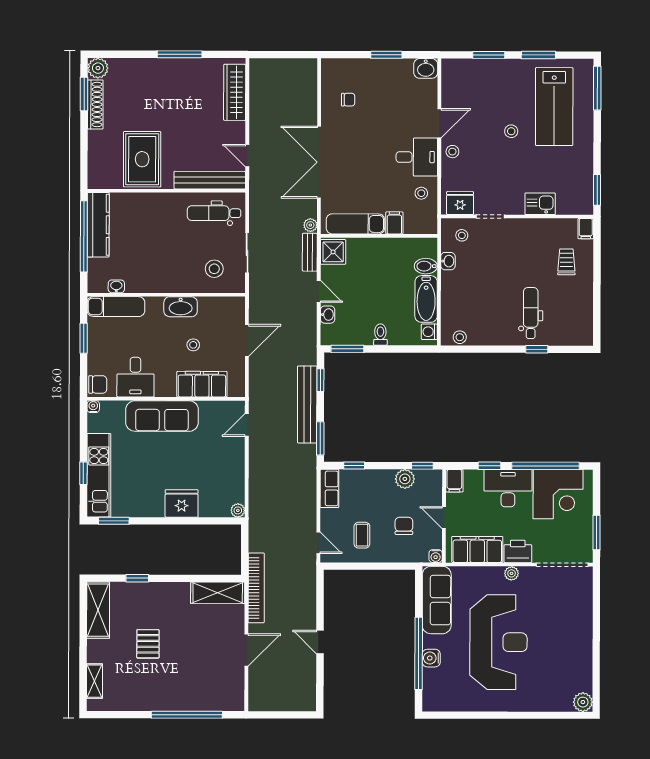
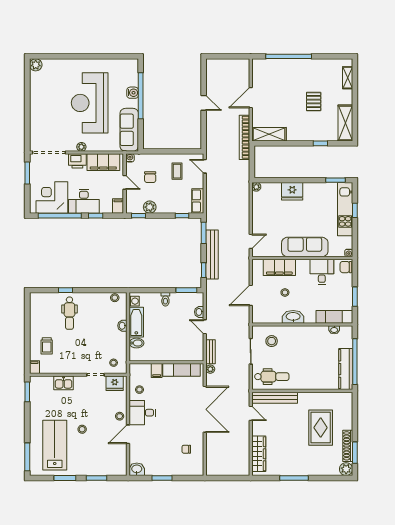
rug: (142, 159) -> (321, 428), moved
shower: (333, 252) -> (196, 352), removed
washbasin: (448, 261) -> (122, 326), moved

